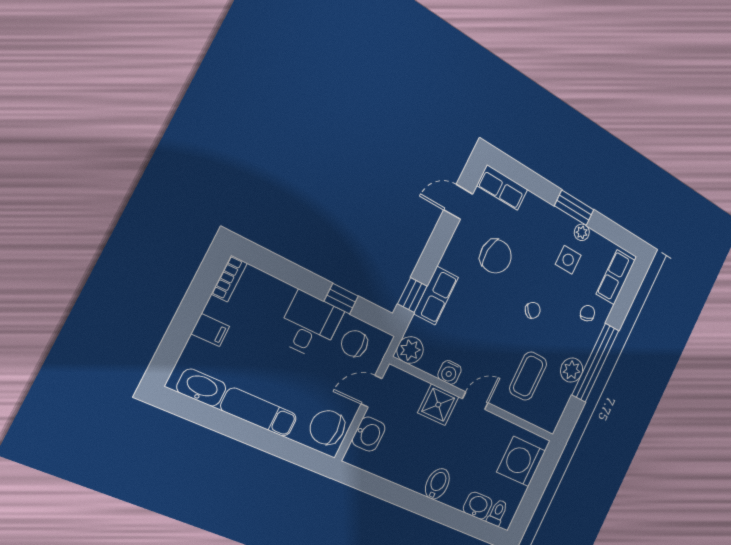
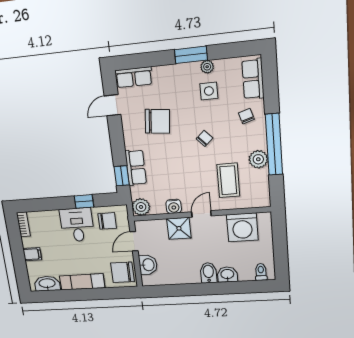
chair: (354, 343) -> (107, 221), turned 180
washing machine: (521, 461) -> (242, 227), moved, turned -90
washbasin: (478, 506) -> (227, 274), moved

